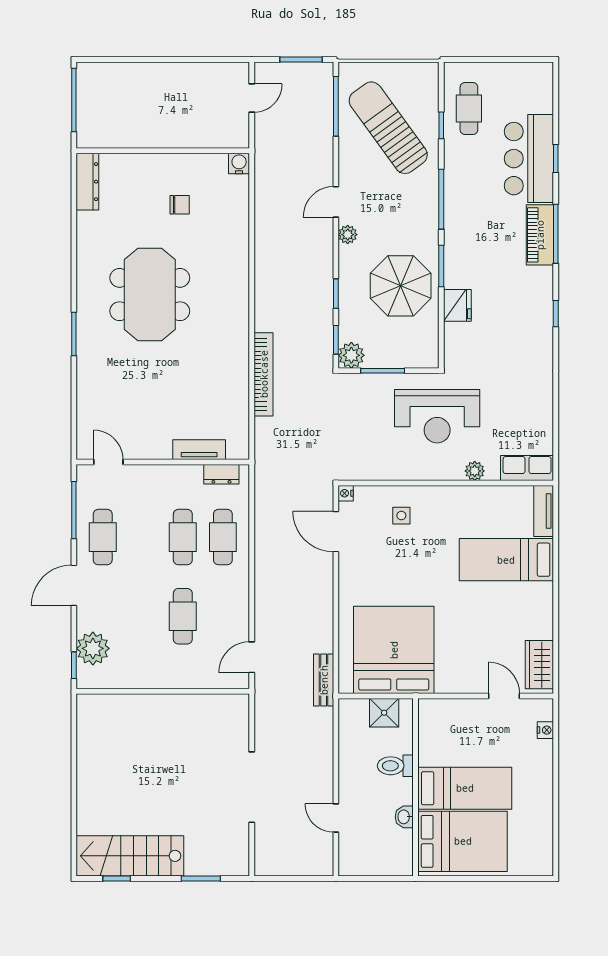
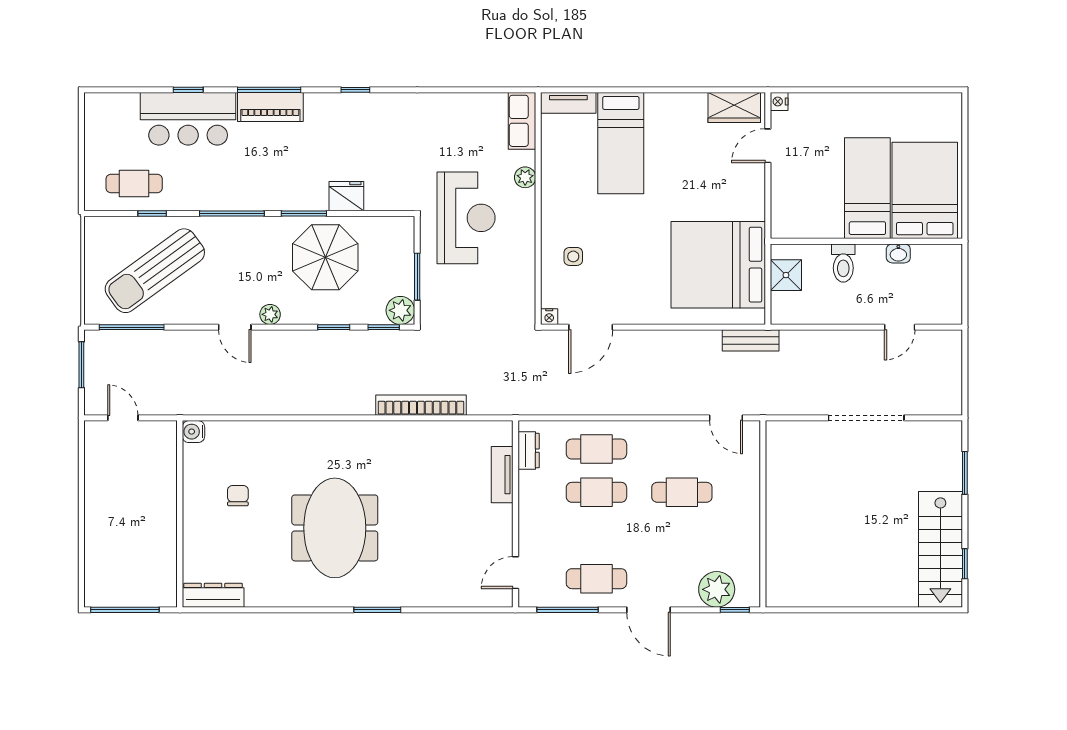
meeting table: (150, 295) -> (335, 528), turned 90
nightstand: (545, 730) -> (779, 102), moved, turned -90

